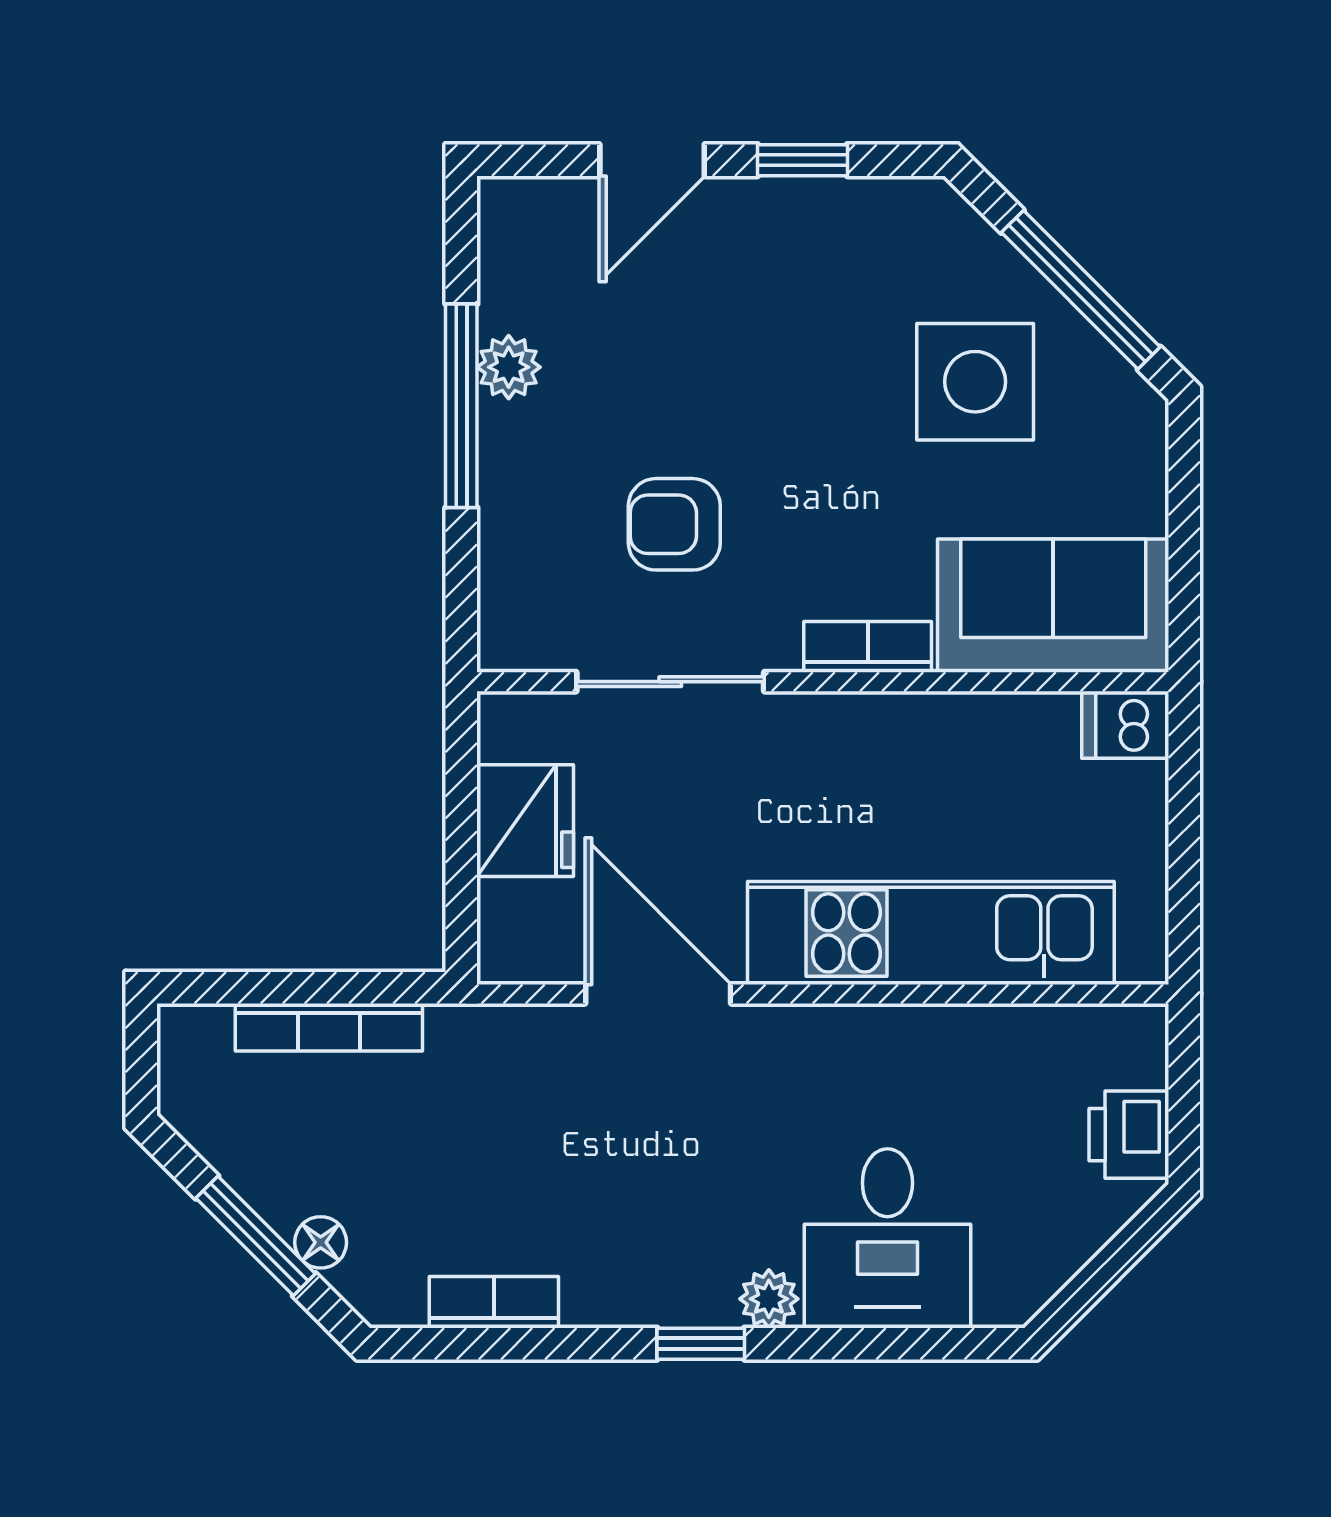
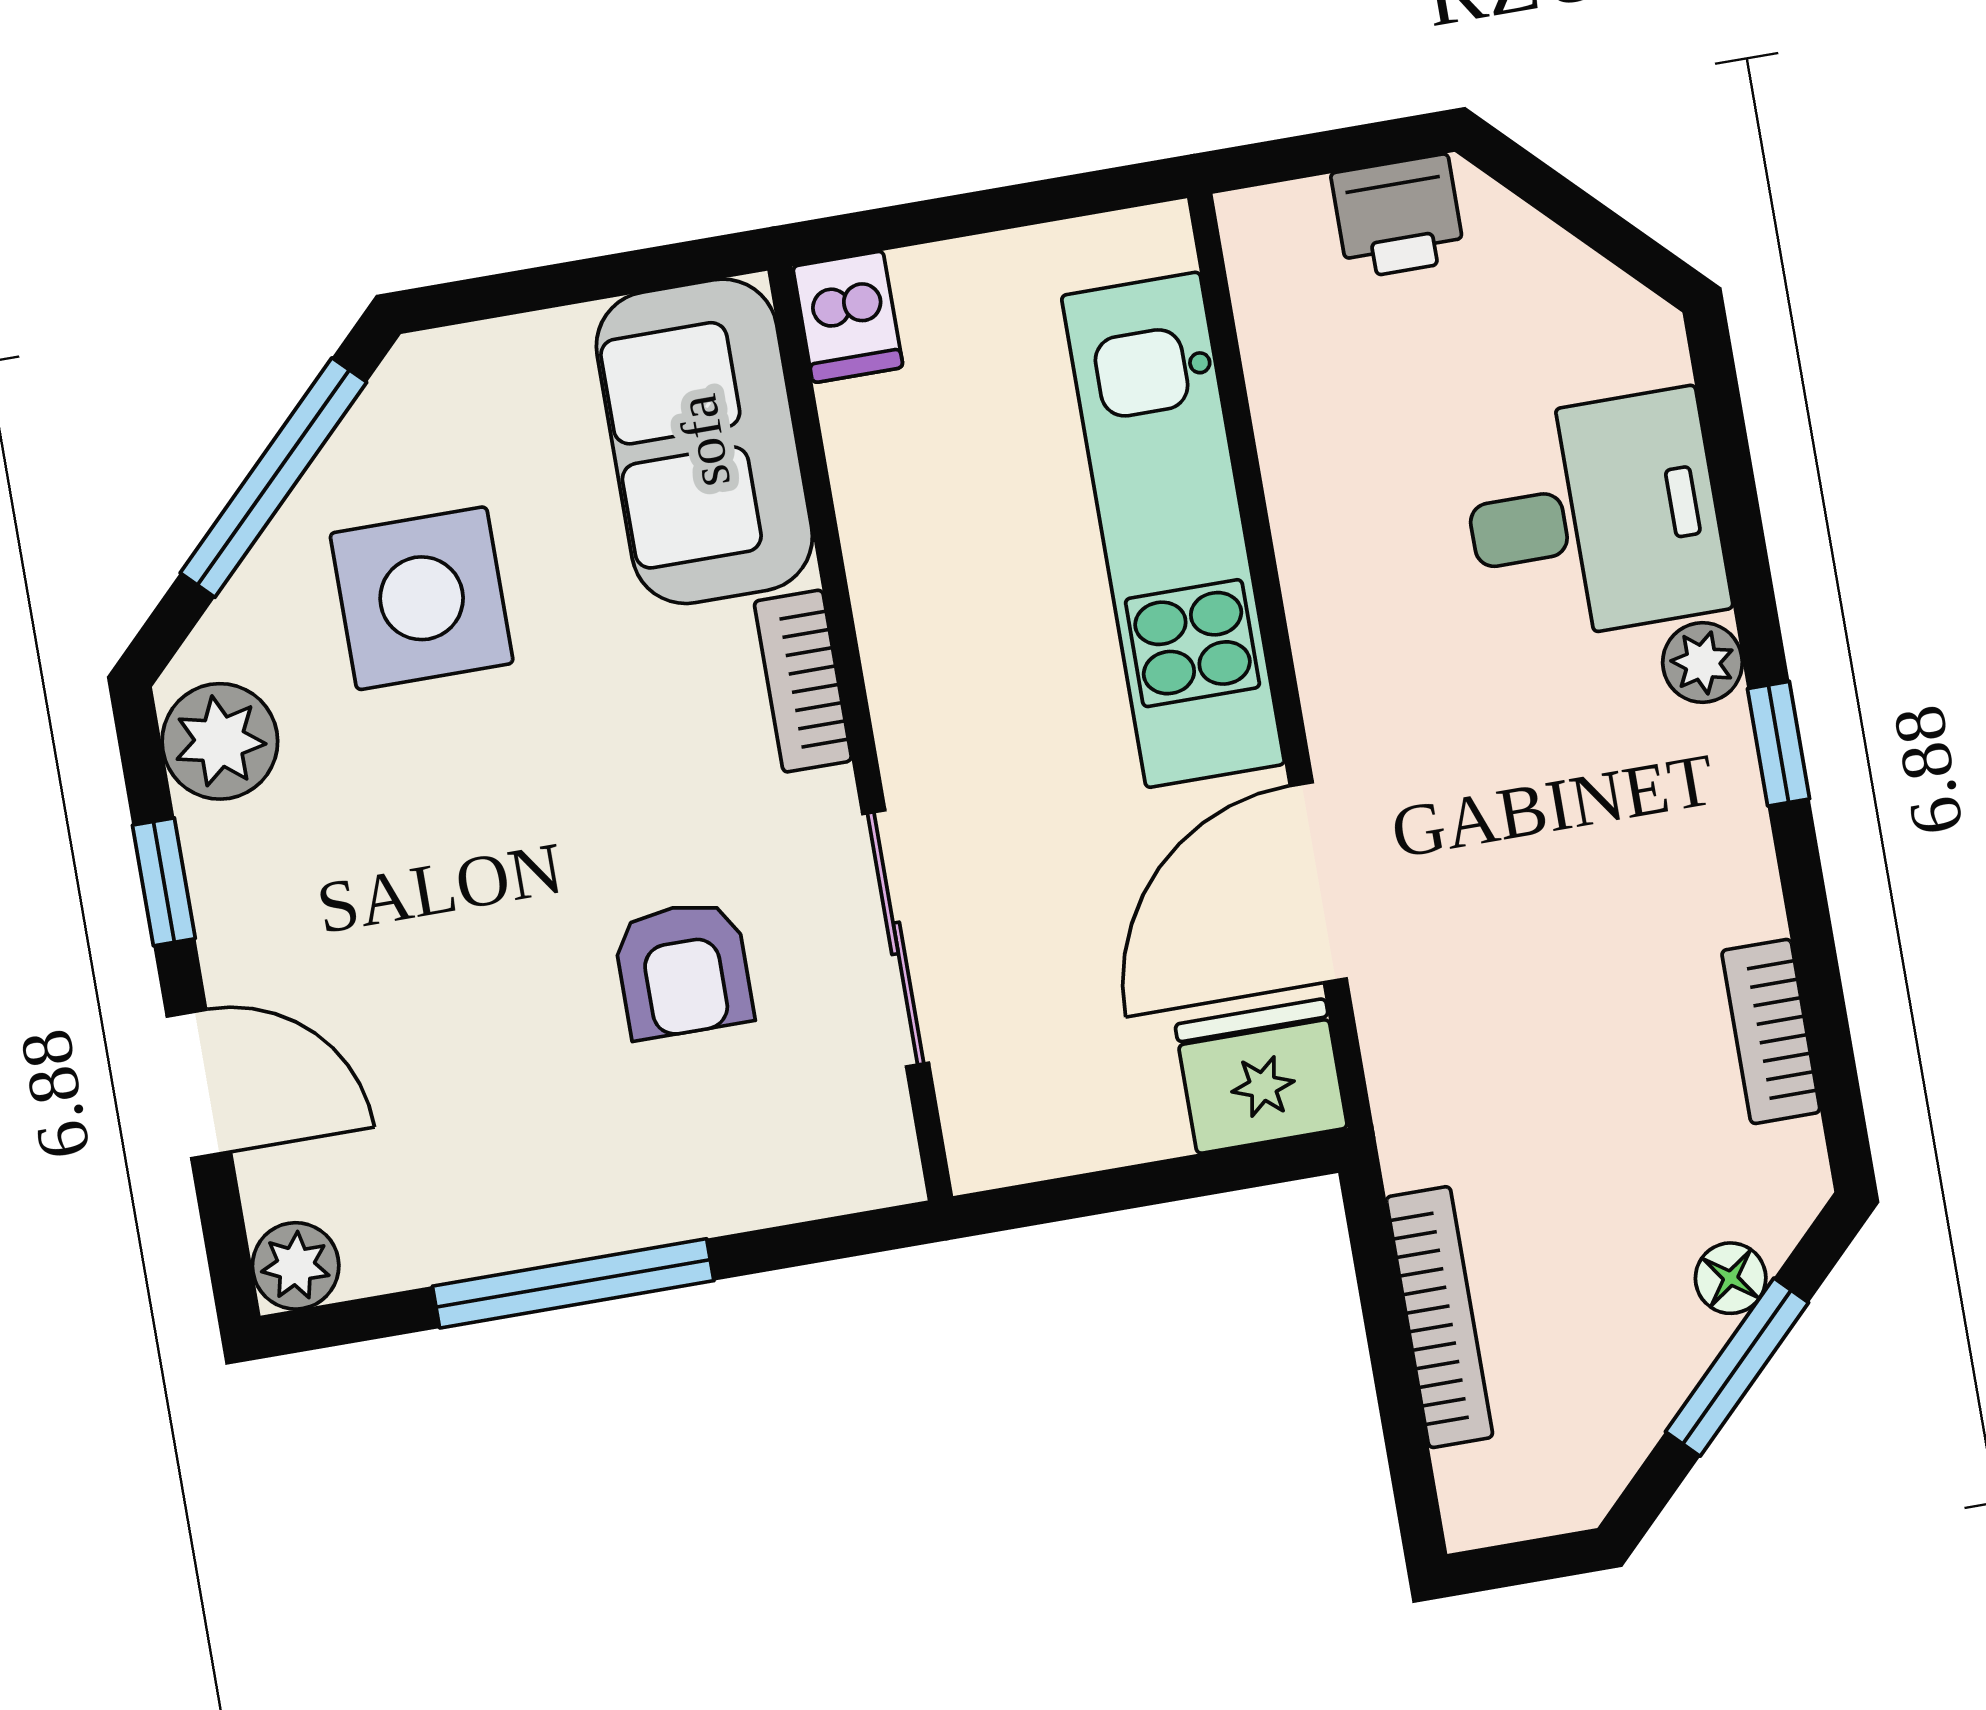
plant: (897, 218) -> (220, 741), added
plant: (509, 367) -> (296, 1266), moved
fridge: (525, 821) -> (1261, 1076), moved

